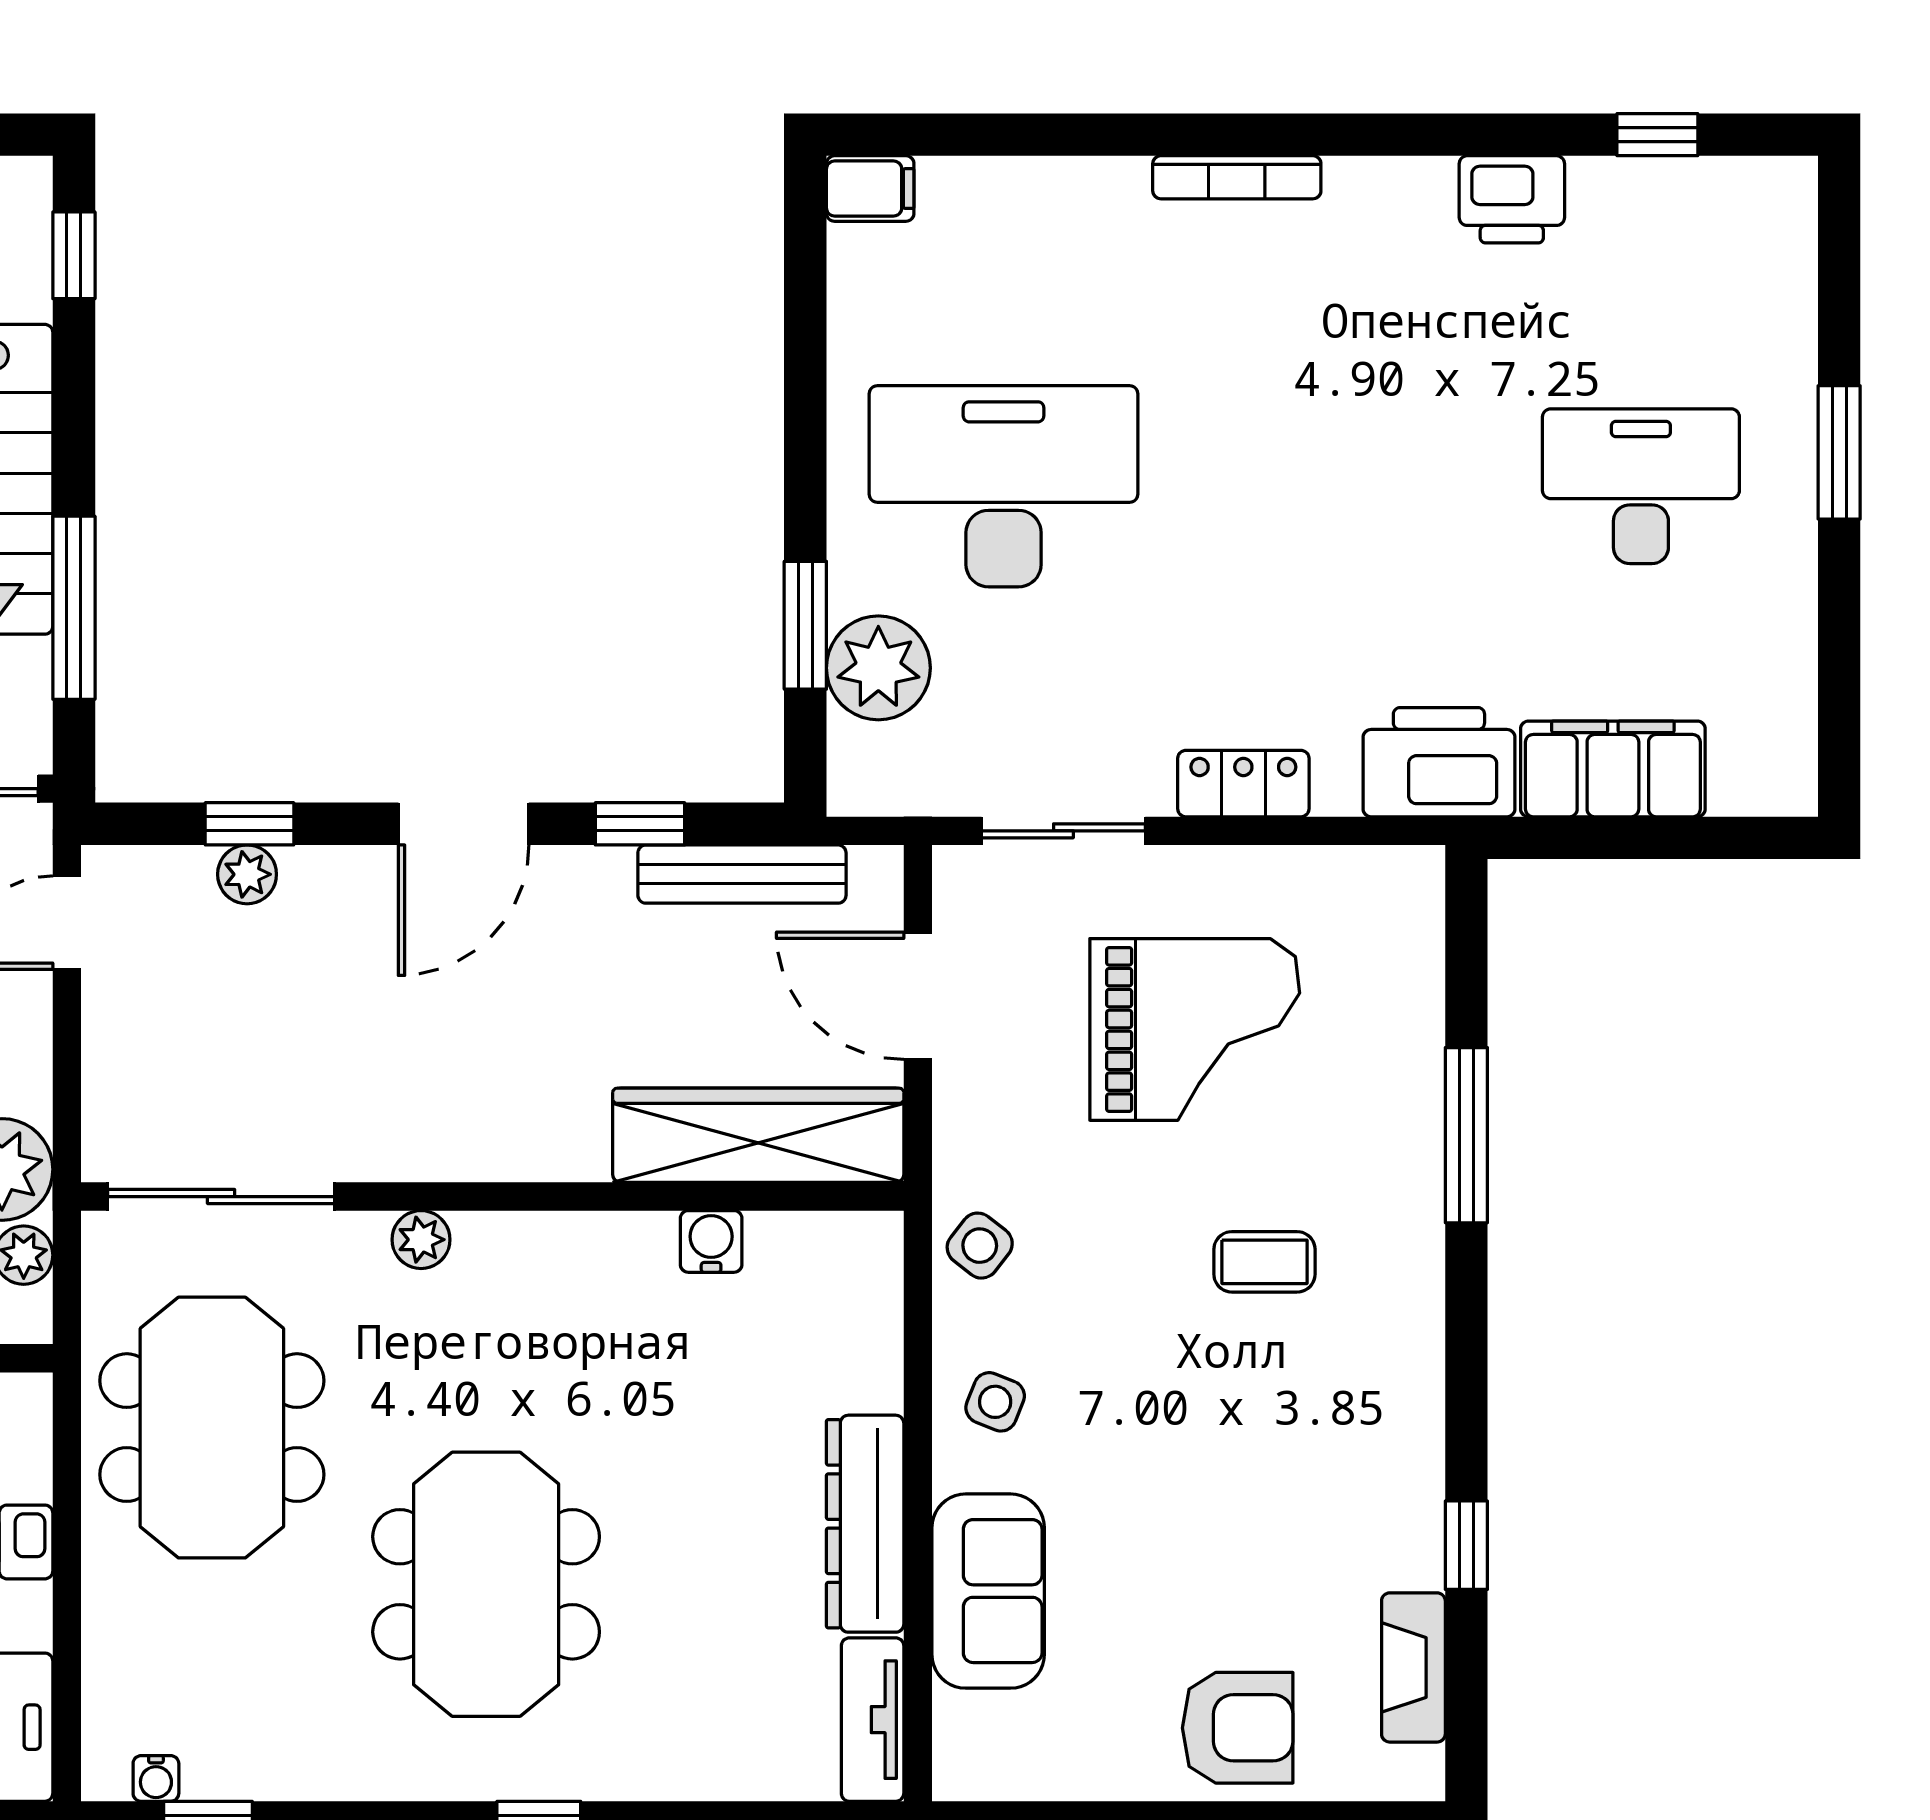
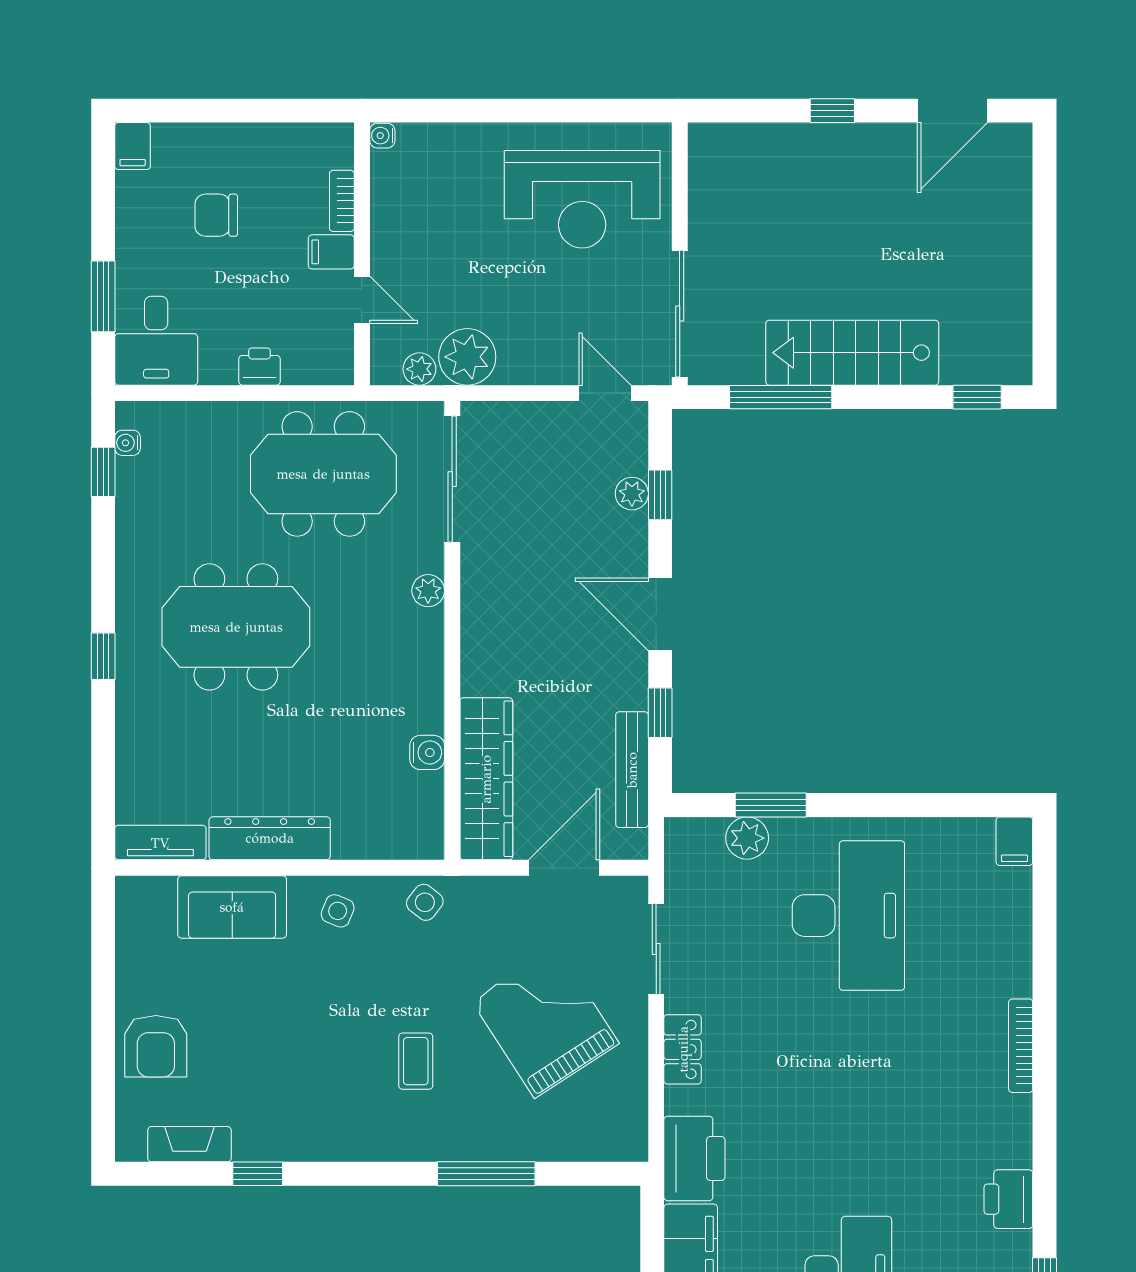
plant: (878, 668) -> (747, 838), width x0.73, depth x0.73
grand piano: (1195, 1029) -> (545, 1022), turned 147

